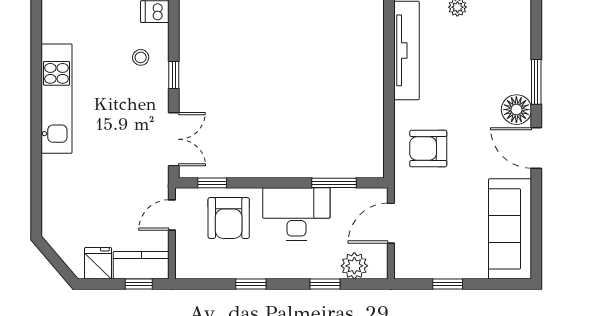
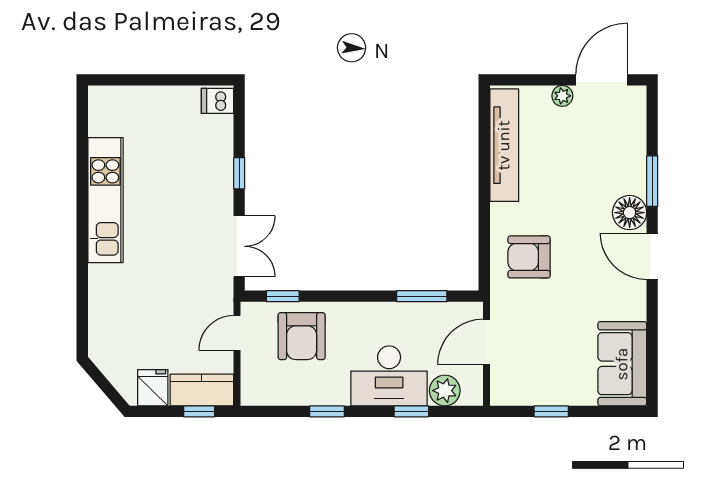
stool: (141, 57) -> (201, 153), removed
desk: (296, 214) -> (389, 376), moved, turned 180
sofa: (510, 229) -> (622, 364), width x0.73

